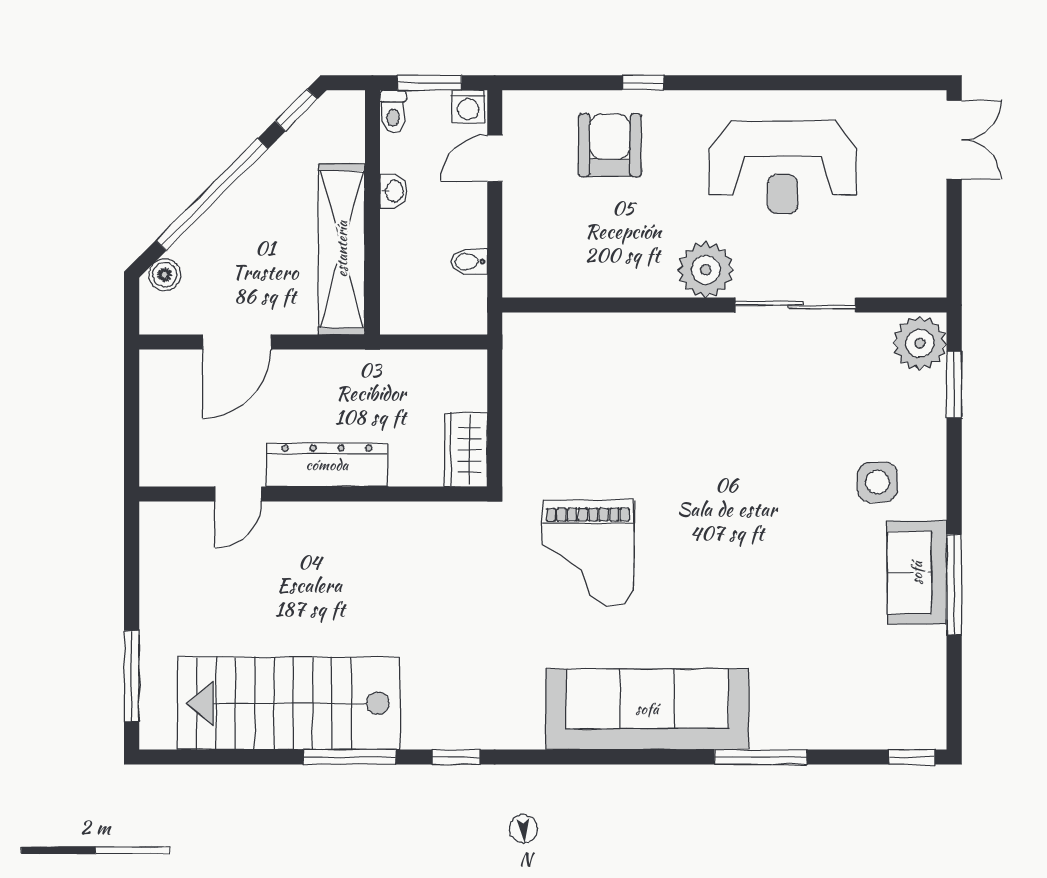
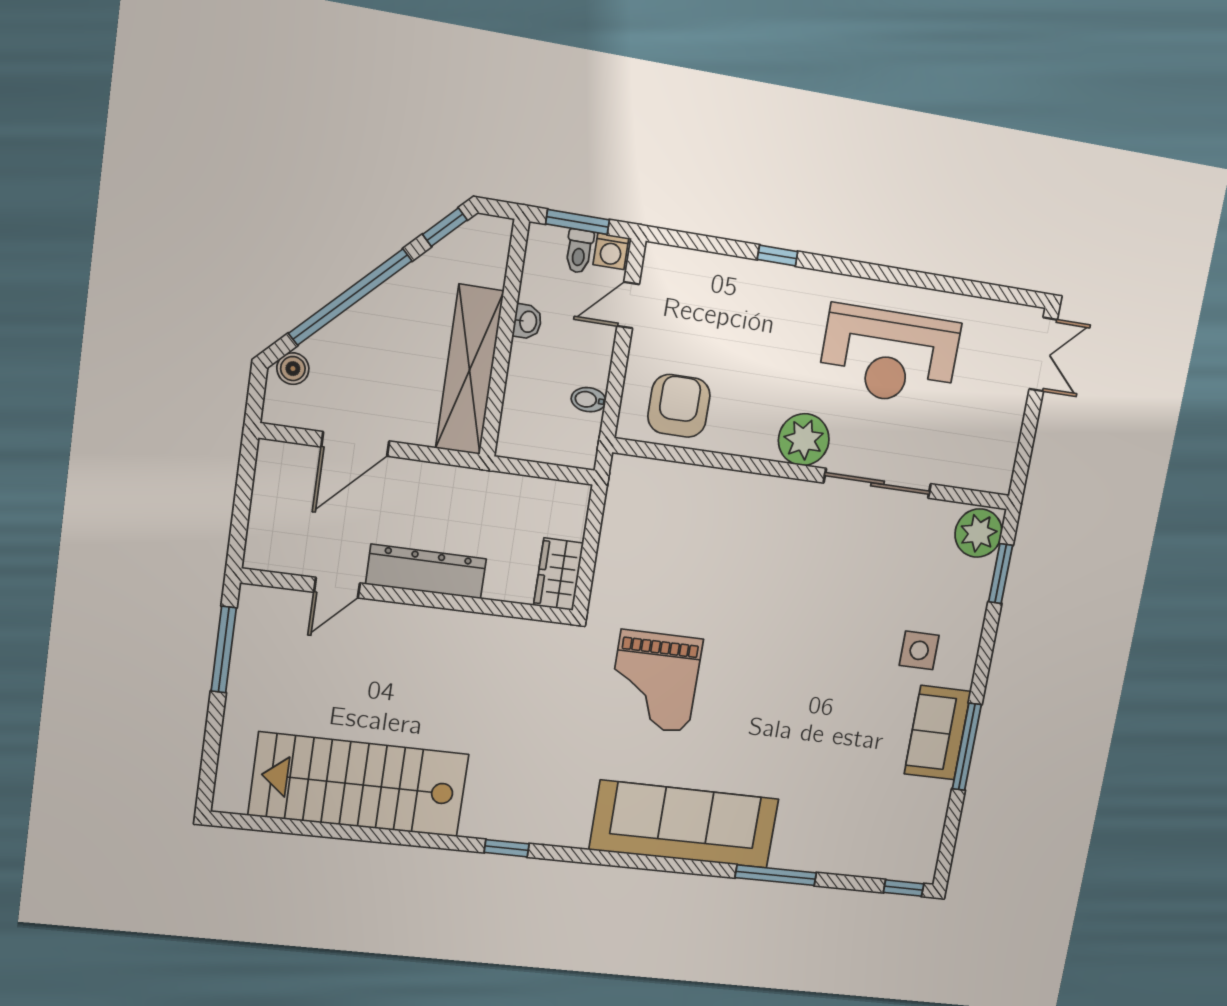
toilet: (393, 112) -> (579, 251), moved
armchair: (610, 145) -> (679, 406), moved
window: (132, 676) -> (224, 650), moved
window: (350, 757) -> (409, 838), removed

